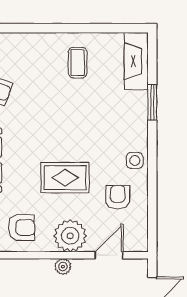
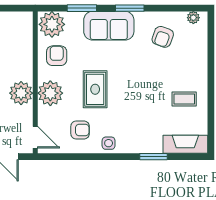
armchair: (22, 228) -> (57, 56), turned 180
door: (109, 255) -> (35, 137), moved
plant: (63, 267) -> (21, 93), width x1.87, depth x1.87

